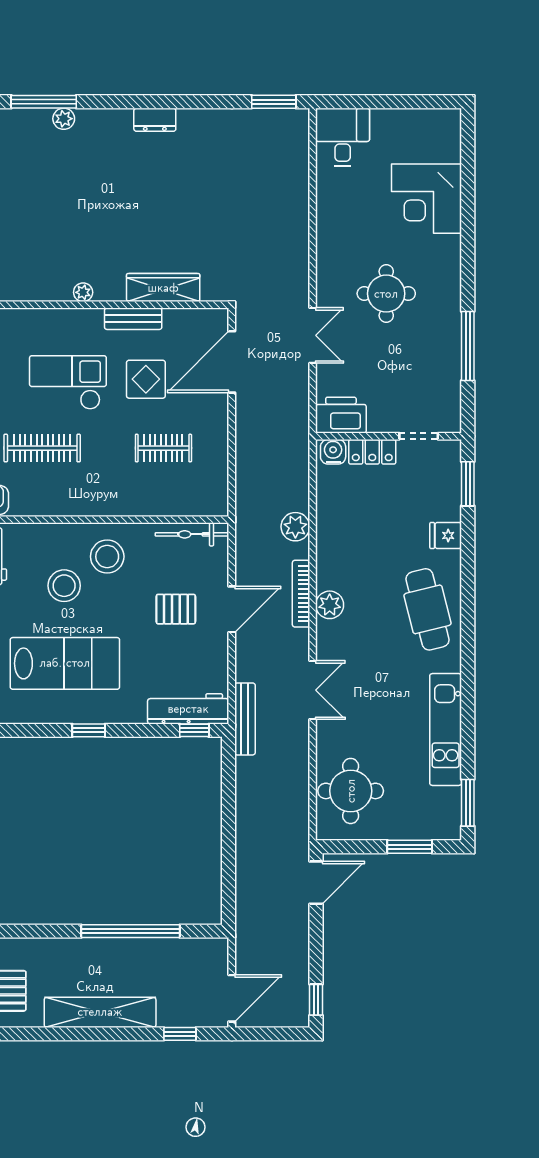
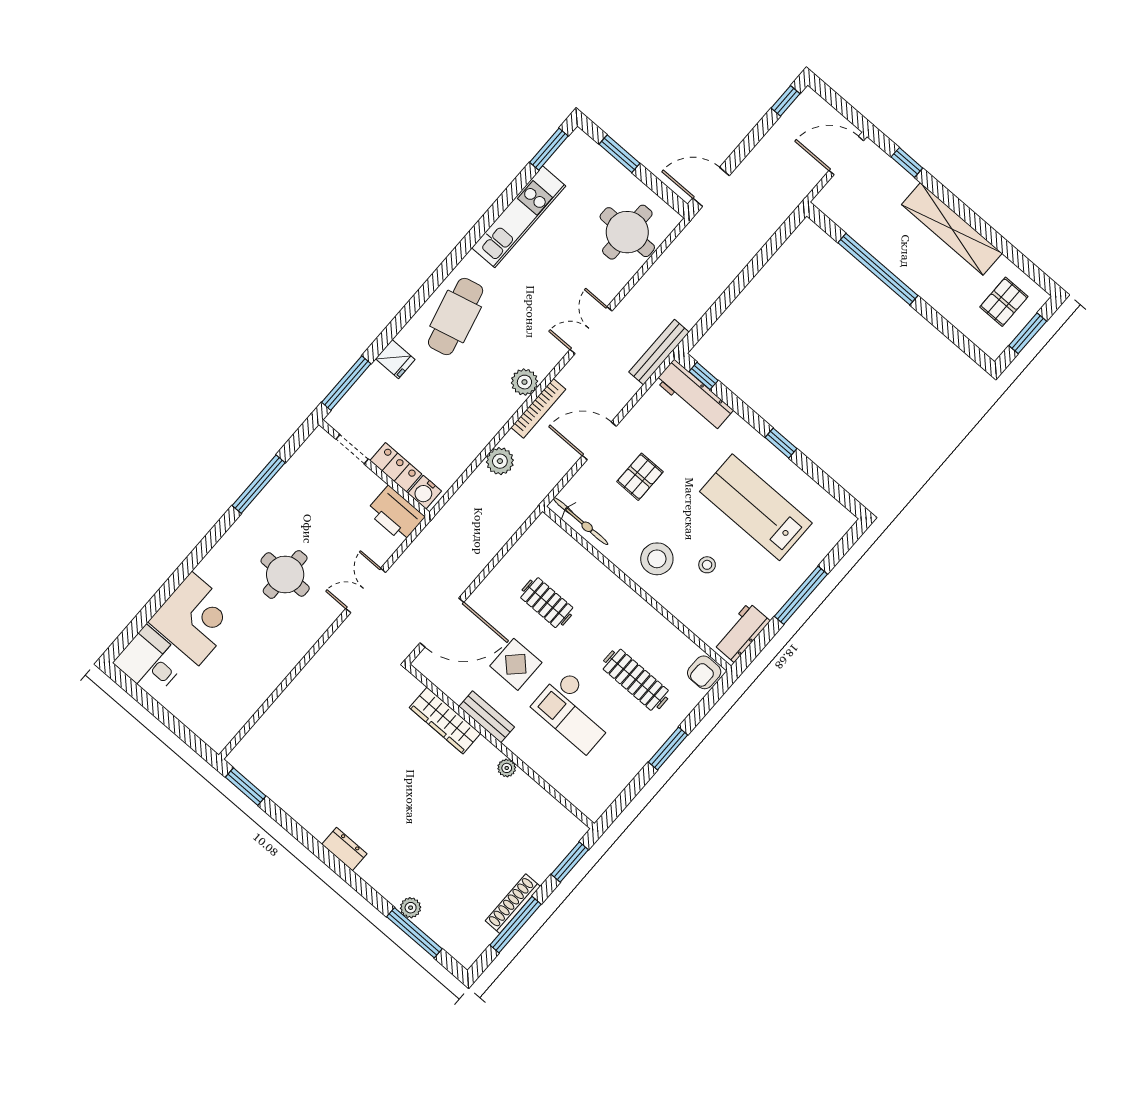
desk: (343, 137) -> (150, 661), moved, turned 90
window: (468, 484) -> (346, 383), width x1.44
stool: (64, 586) -> (707, 565), width x0.53, depth x0.53
pallet: (176, 609) -> (640, 477), turned 90

